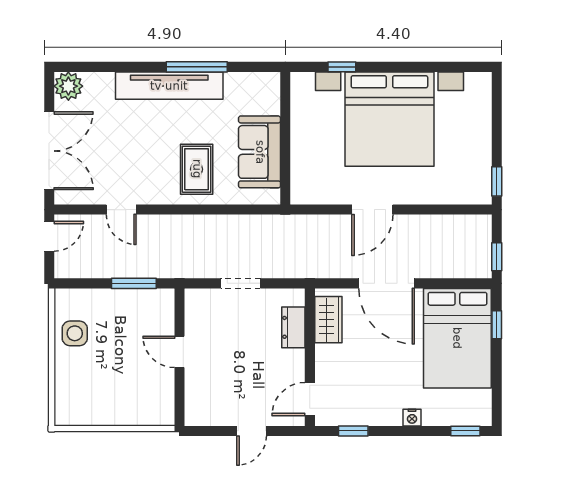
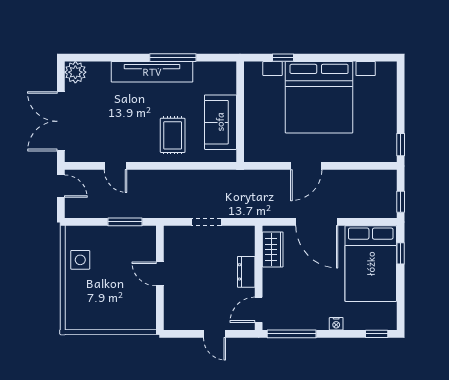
double door: (49, 151) -> (61, 121), swing flipped
door: (49, 236) -> (61, 186), hinge flipped
dresser: (293, 327) -> (246, 272), moved
door: (252, 431) -> (214, 334), hinge flipped
window: (353, 431) -> (292, 334), width x2.17

